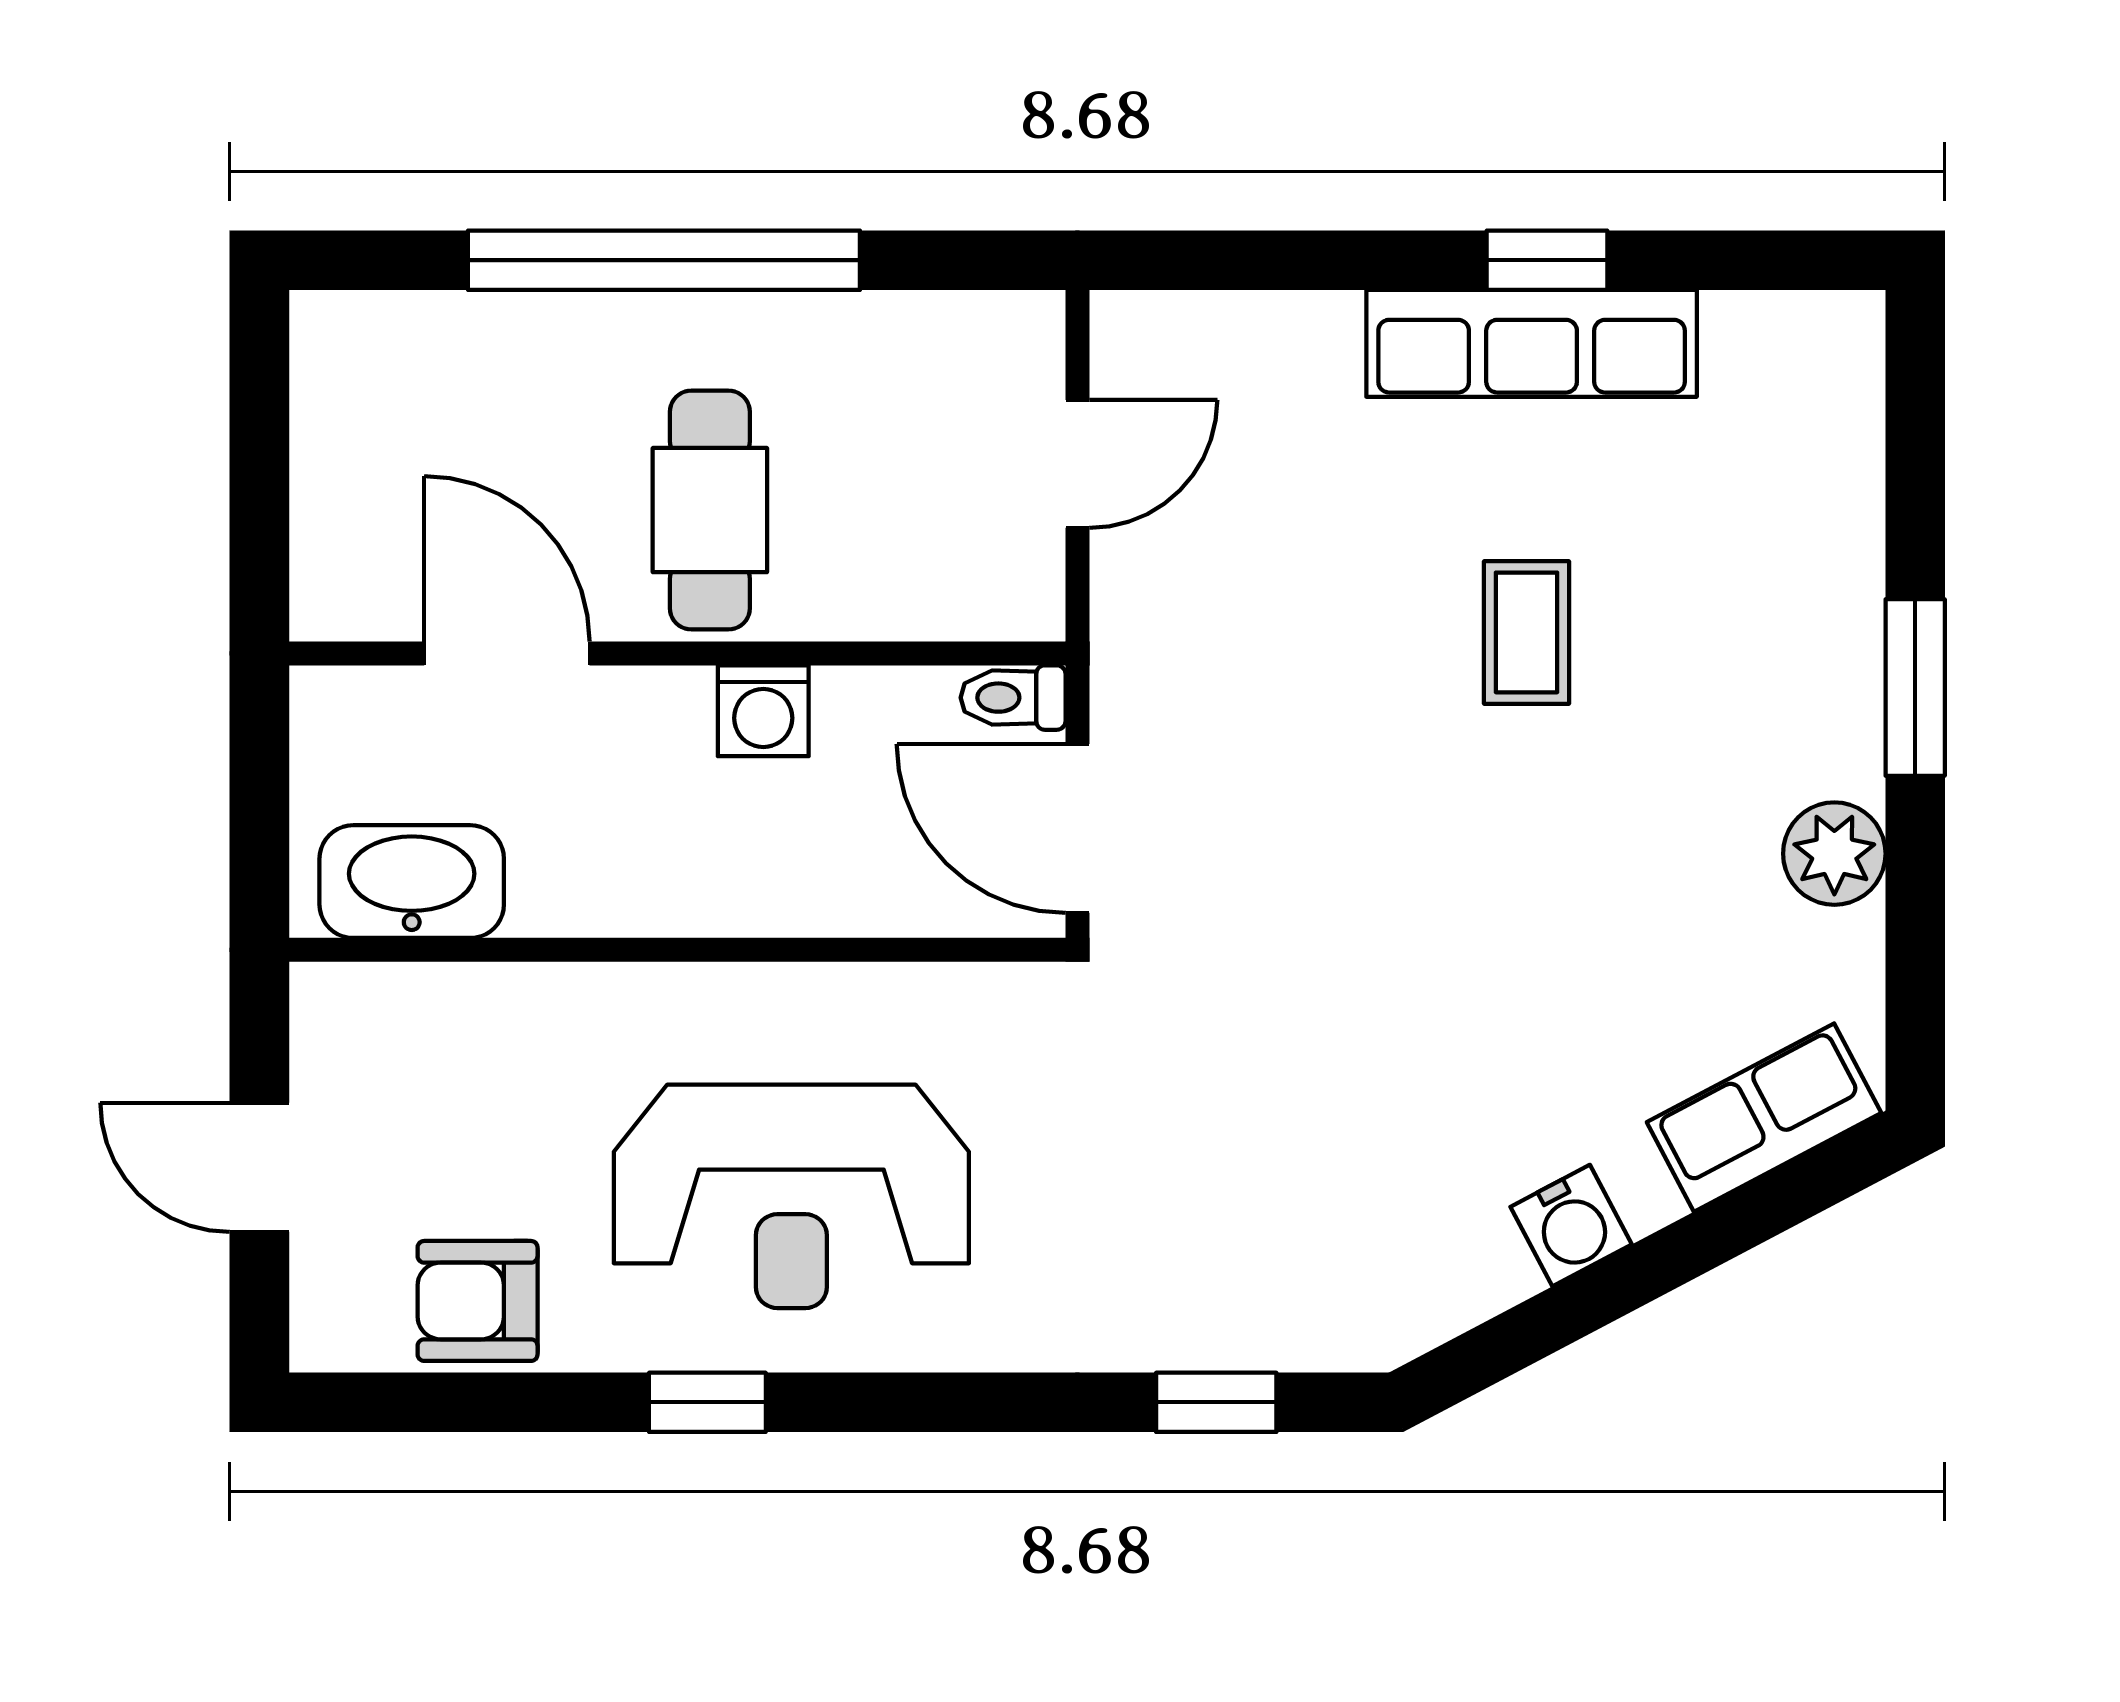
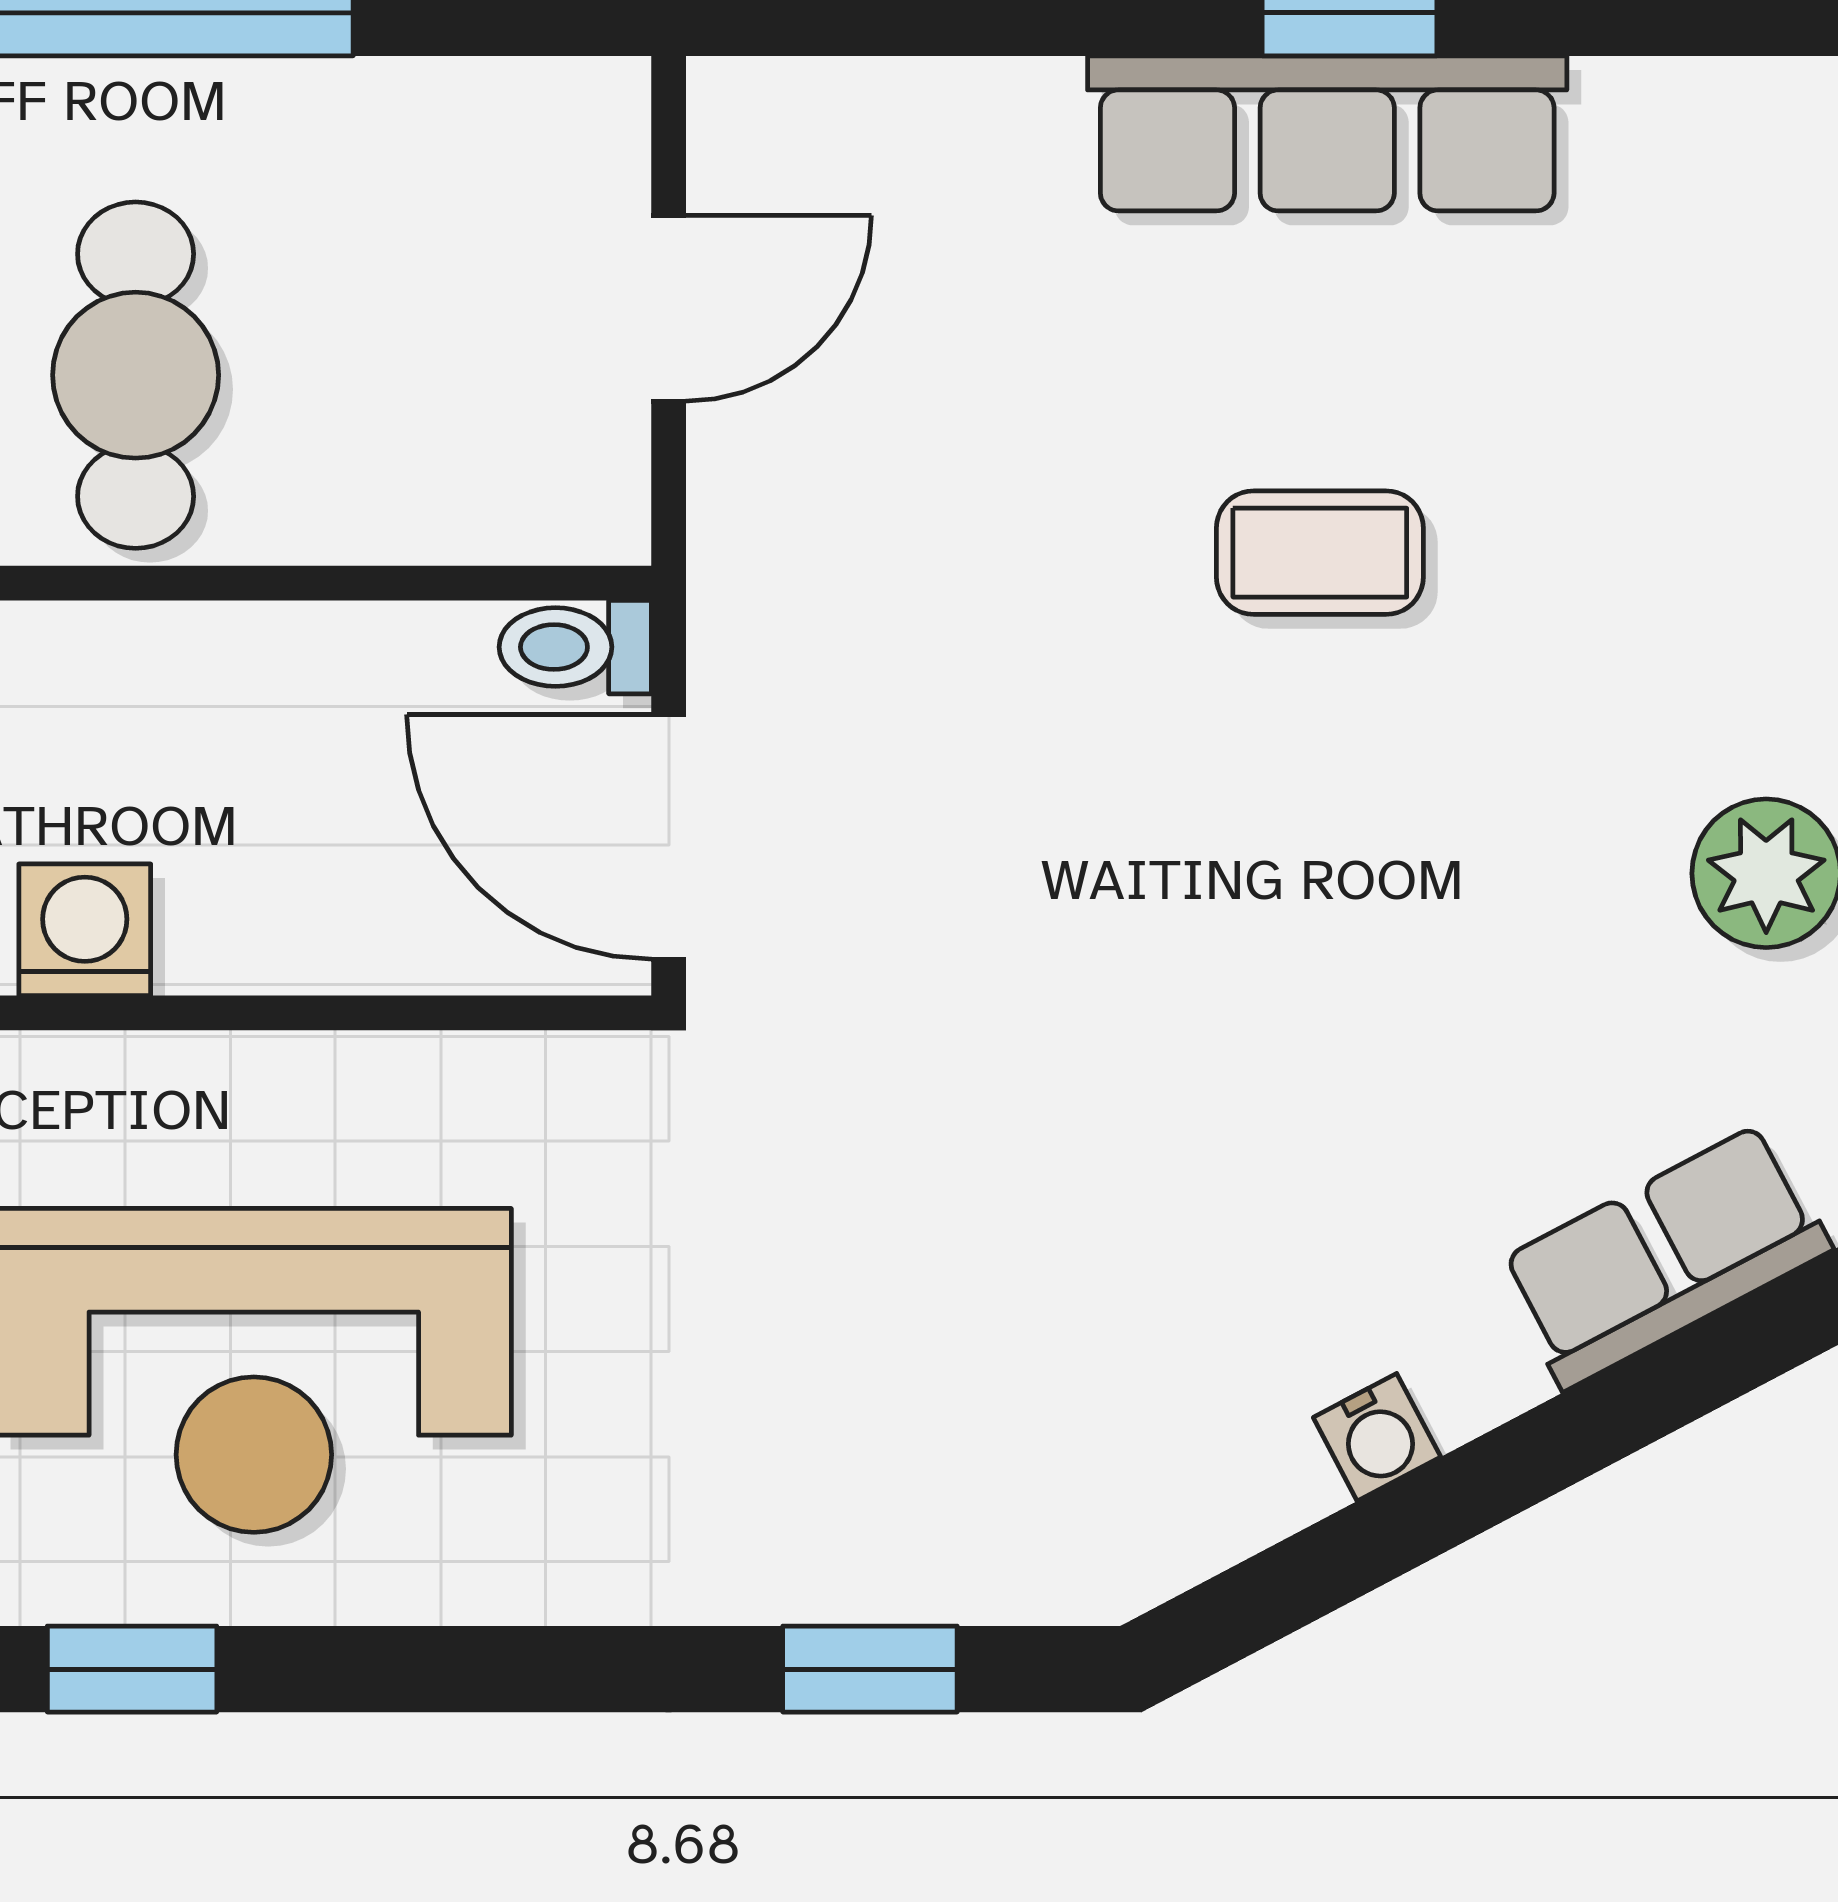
coffee table: (1527, 632) -> (1320, 553), turned 90
washing machine: (763, 711) -> (85, 930), moved, turned 180
water cooler: (1571, 1226) -> (1377, 1437), width x0.72, depth x0.72

